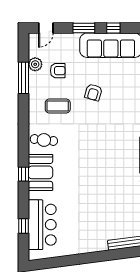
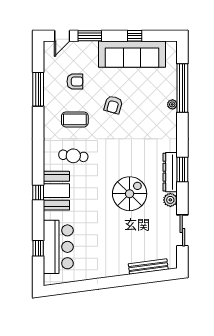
window: (84, 28) -> (90, 36), moved
plant: (35, 64) -> (51, 75), removed
cafe table: (44, 140) -> (73, 156), moved
spiral stairs: (109, 175) -> (130, 194), added

